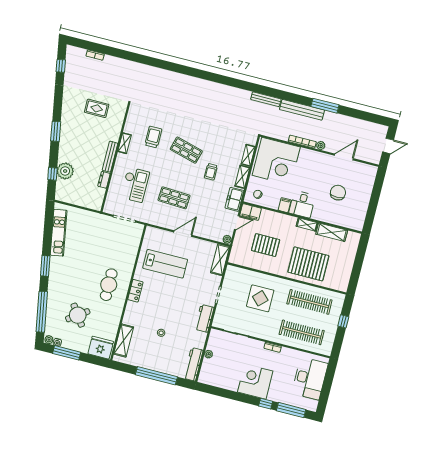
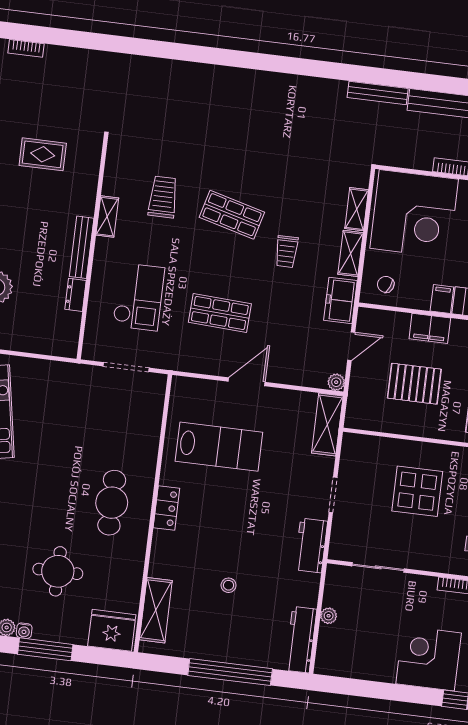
filing cabinet: (251, 212) -> (430, 328), moved
round table: (78, 315) -> (58, 571), turned 35

